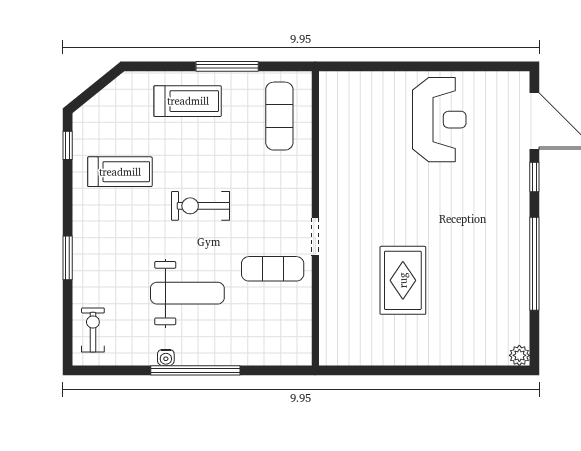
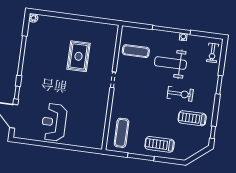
exercise bike: (201, 206) -> (180, 94), moved
exercise mat: (273, 269) -> (136, 51), moved

